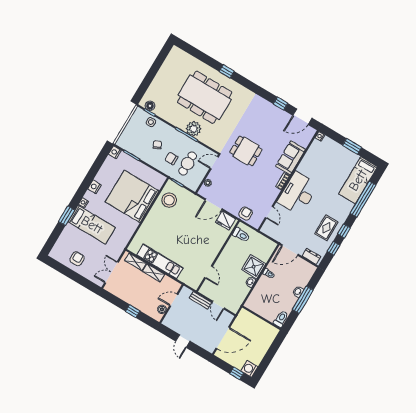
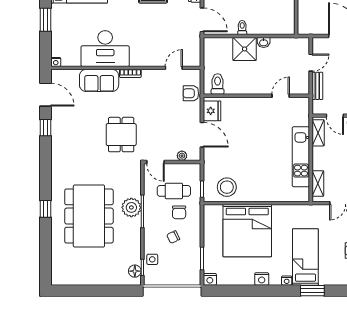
desk: (298, 193) -> (105, 49), moved
shelving: (153, 273) -> (318, 133), moved

